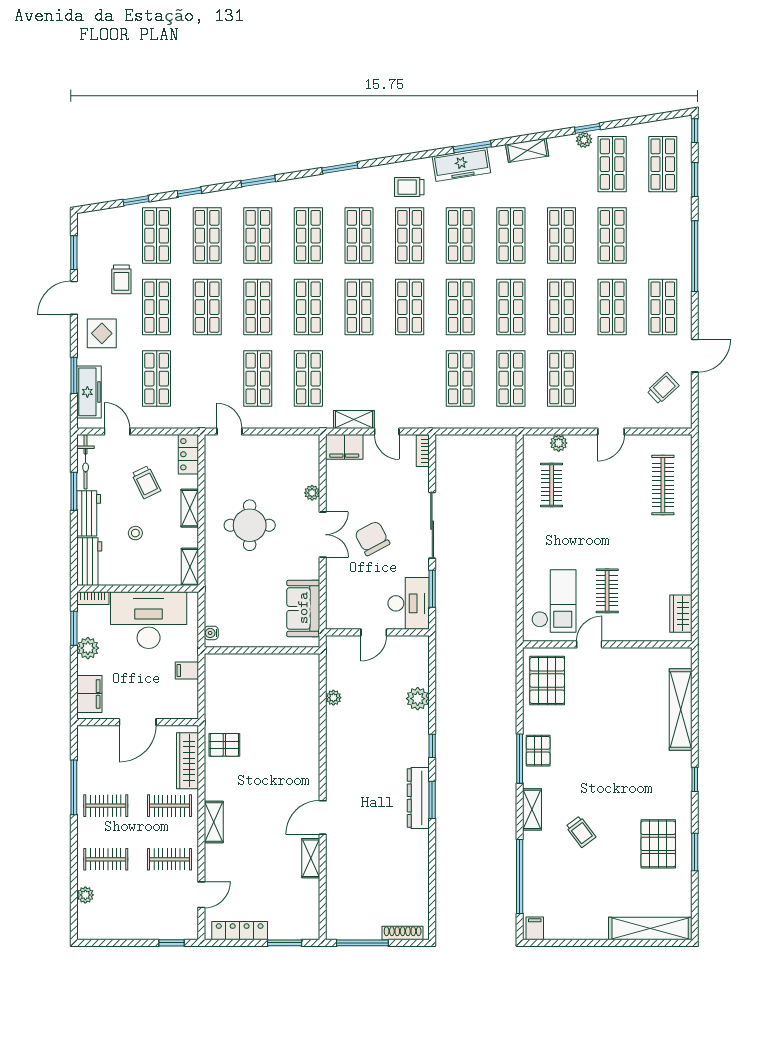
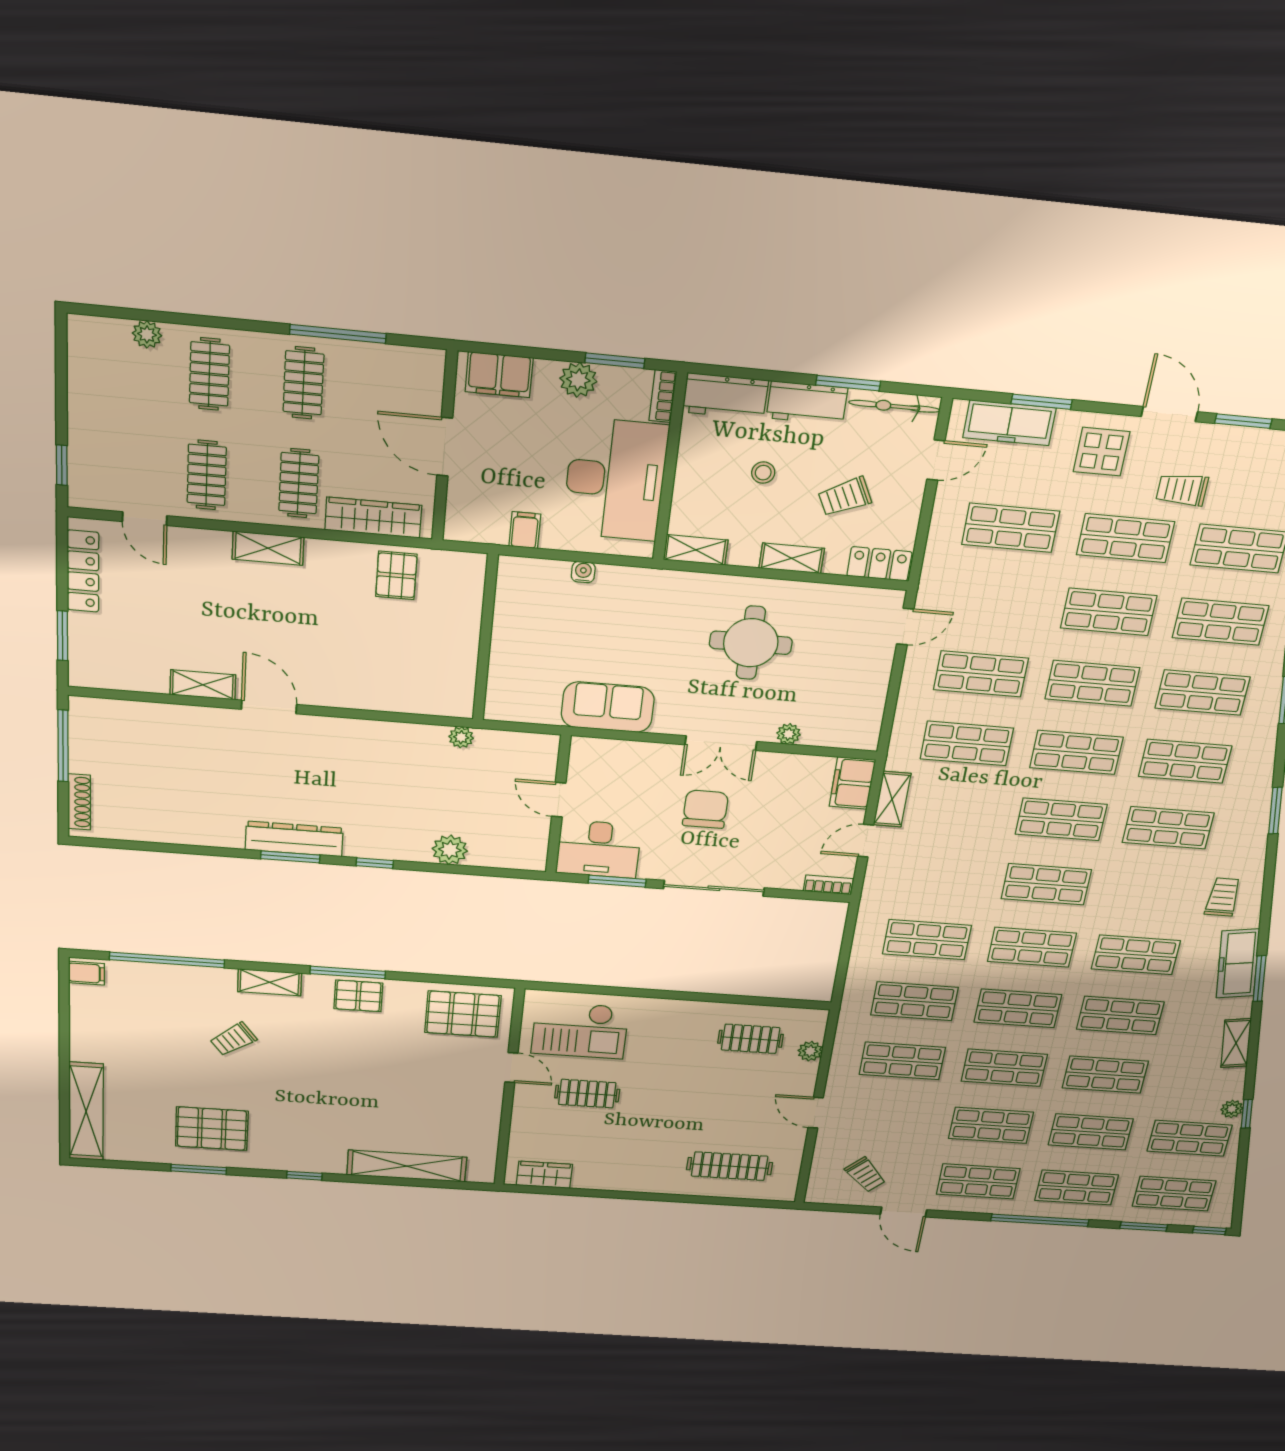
shop shelf: (410, 236) -> (1077, 1188), moved
chair: (372, 538) -> (705, 809), turned -62
wall: (262, 650) -> (485, 638), moved

